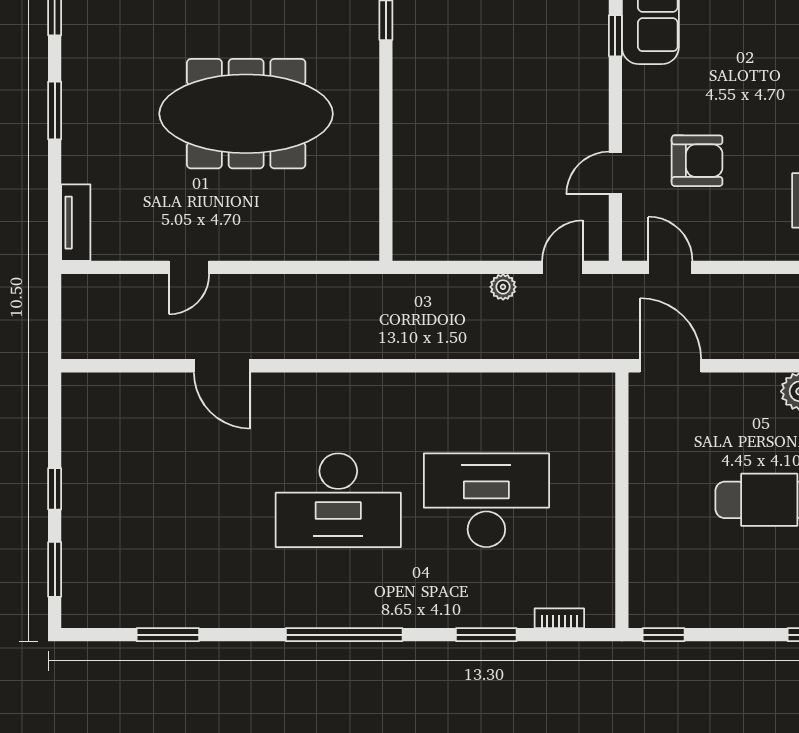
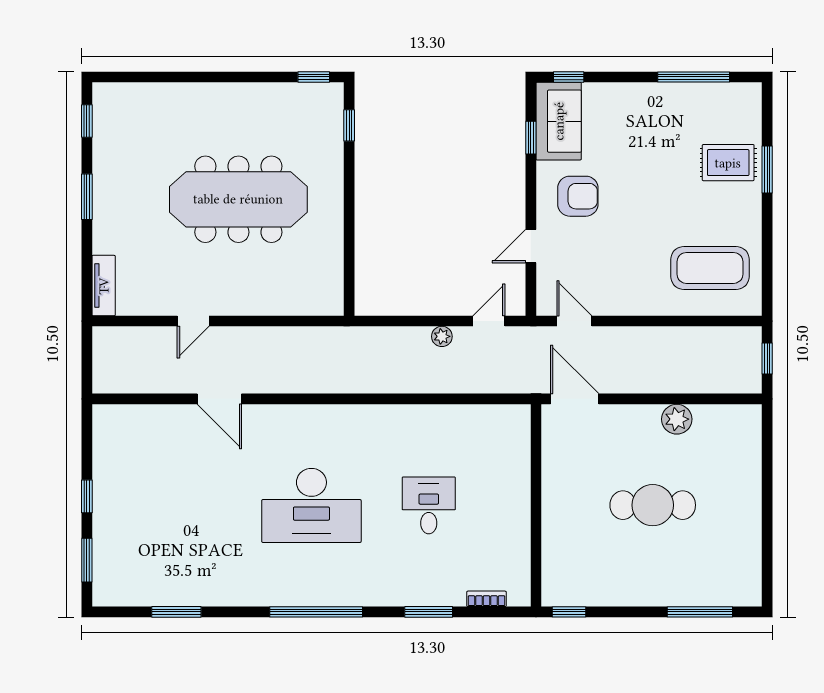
armchair: (697, 161) -> (578, 196), moved
desk: (486, 500) -> (429, 505), width x0.53, depth x0.77

